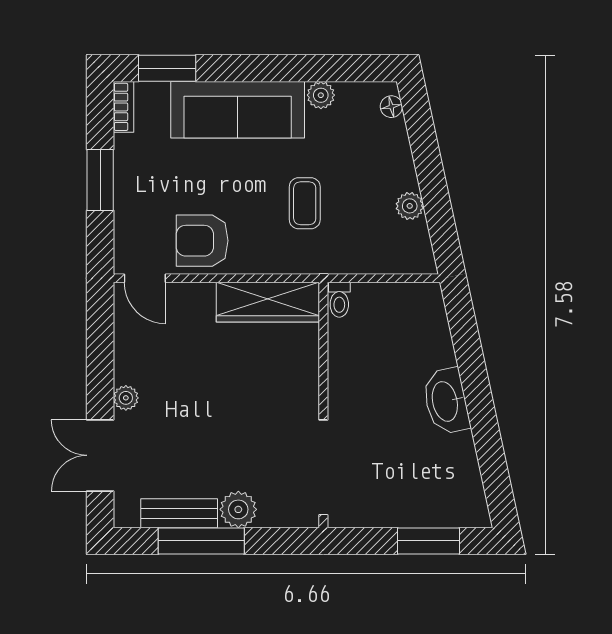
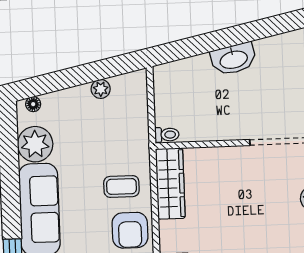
plant: (321, 95) -> (35, 144), width x1.88, depth x1.88
coffee table: (305, 203) -> (121, 186), moved

